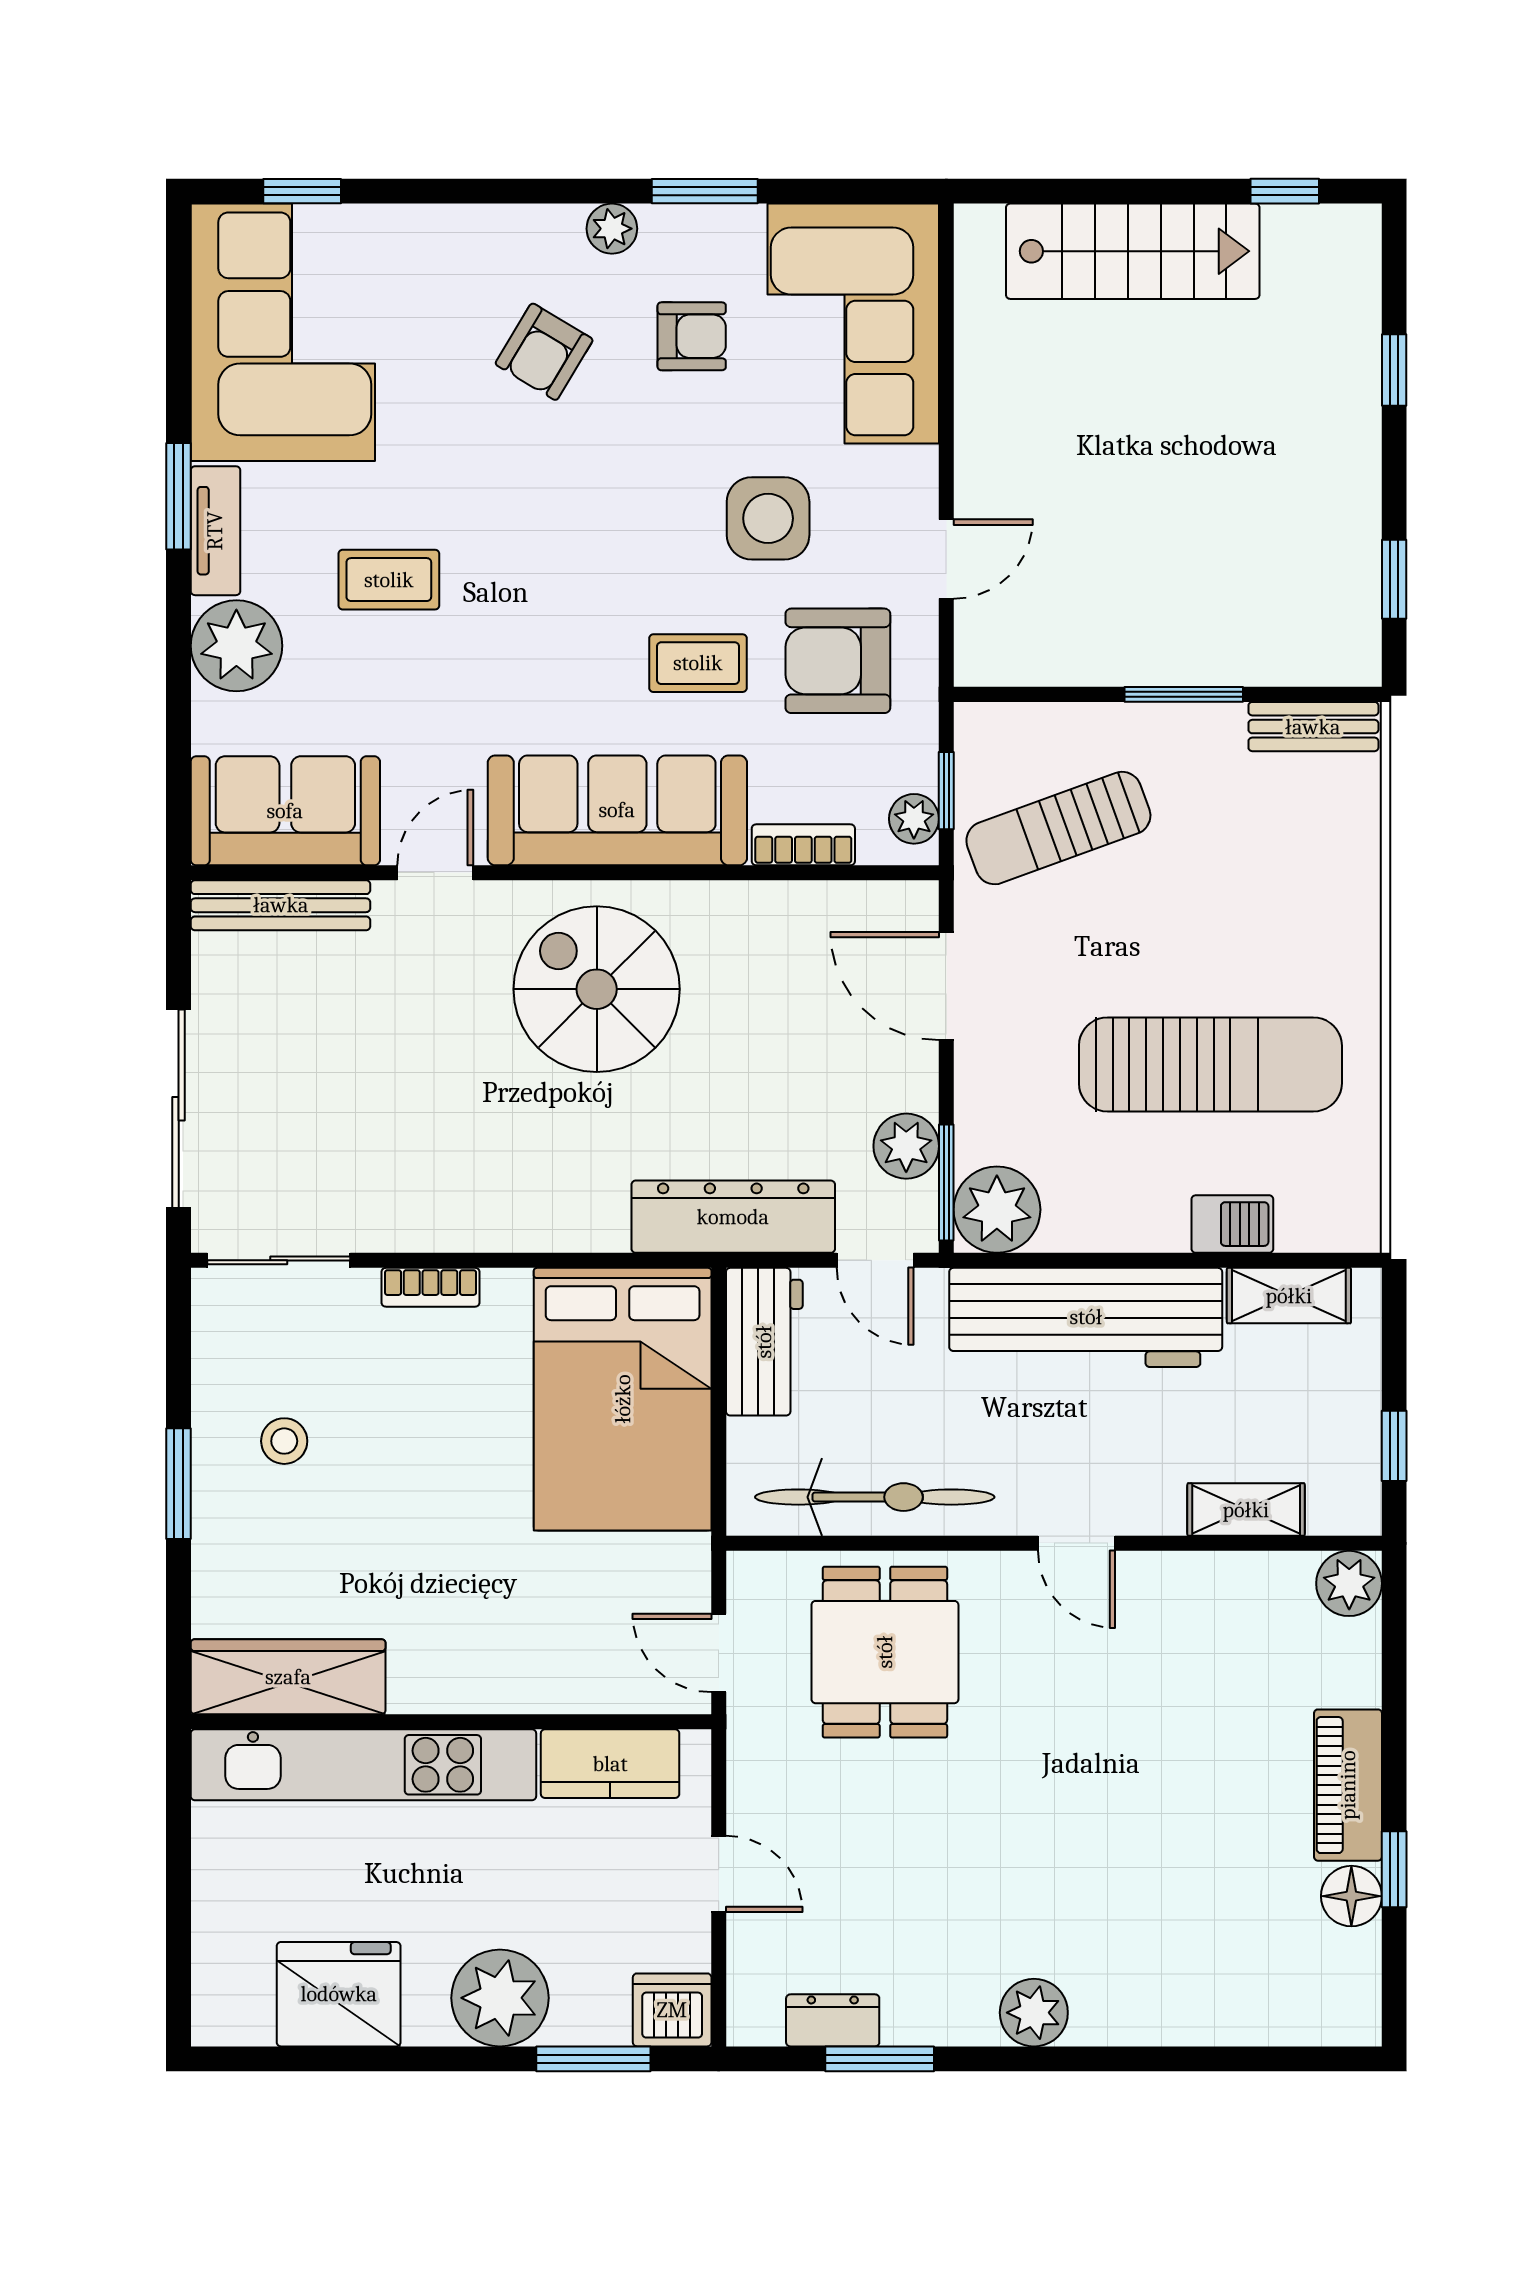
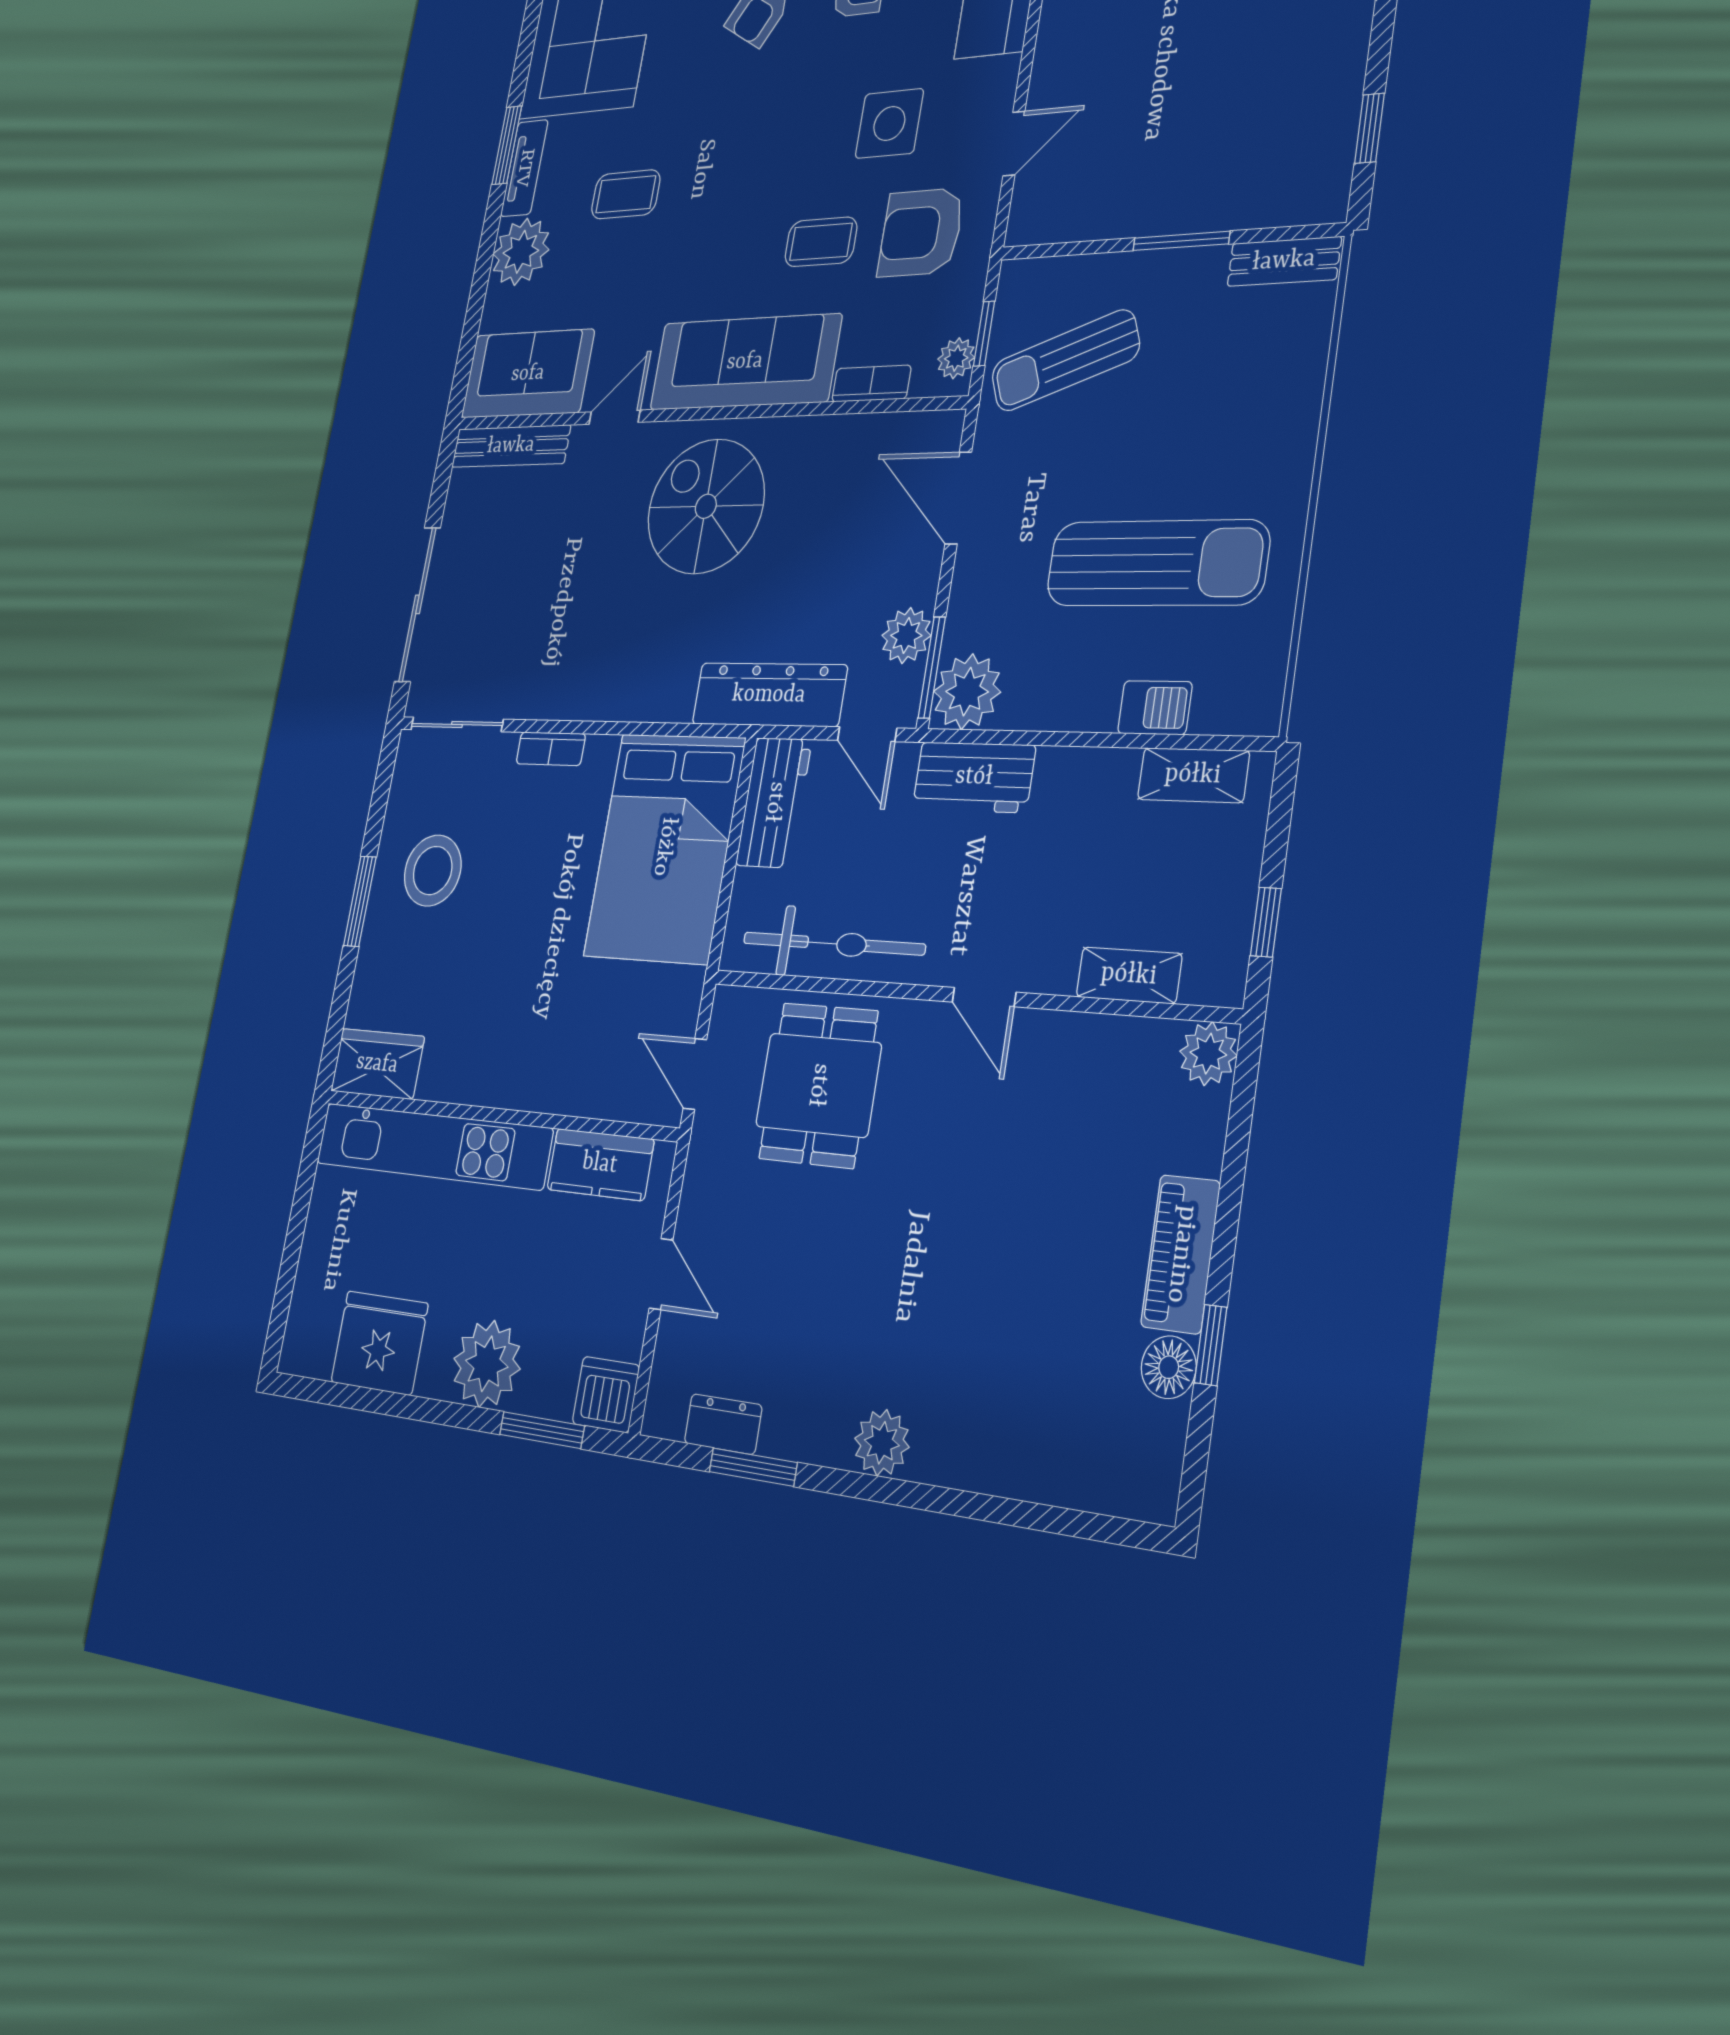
workbench: (1086, 1317) -> (974, 777), width x0.53, depth x0.76
stool: (284, 1441) -> (433, 871), width x1.89, depth x1.89
wardrobe: (288, 1677) -> (377, 1064), width x0.67

